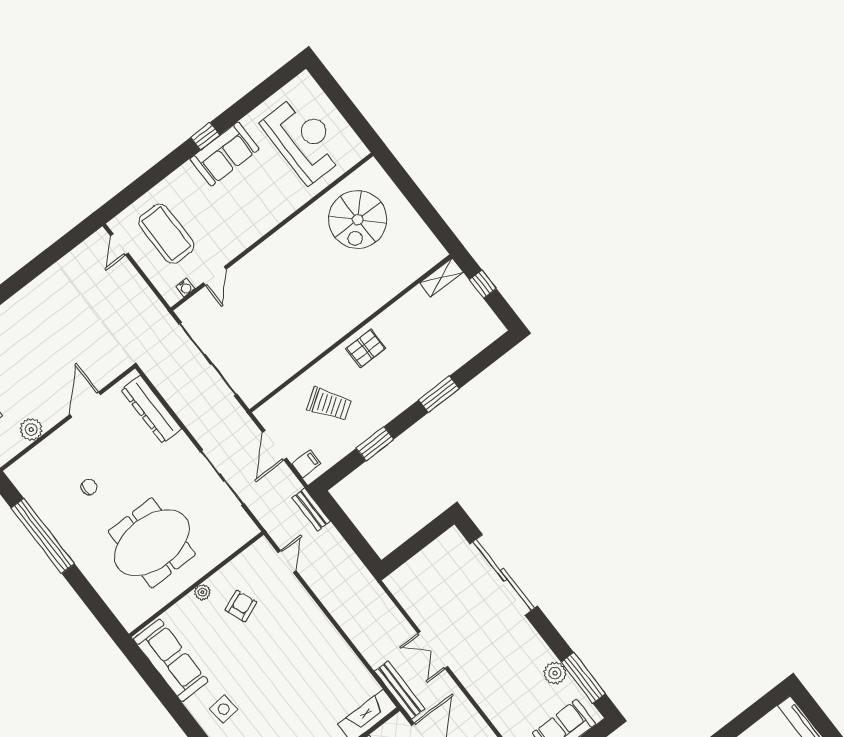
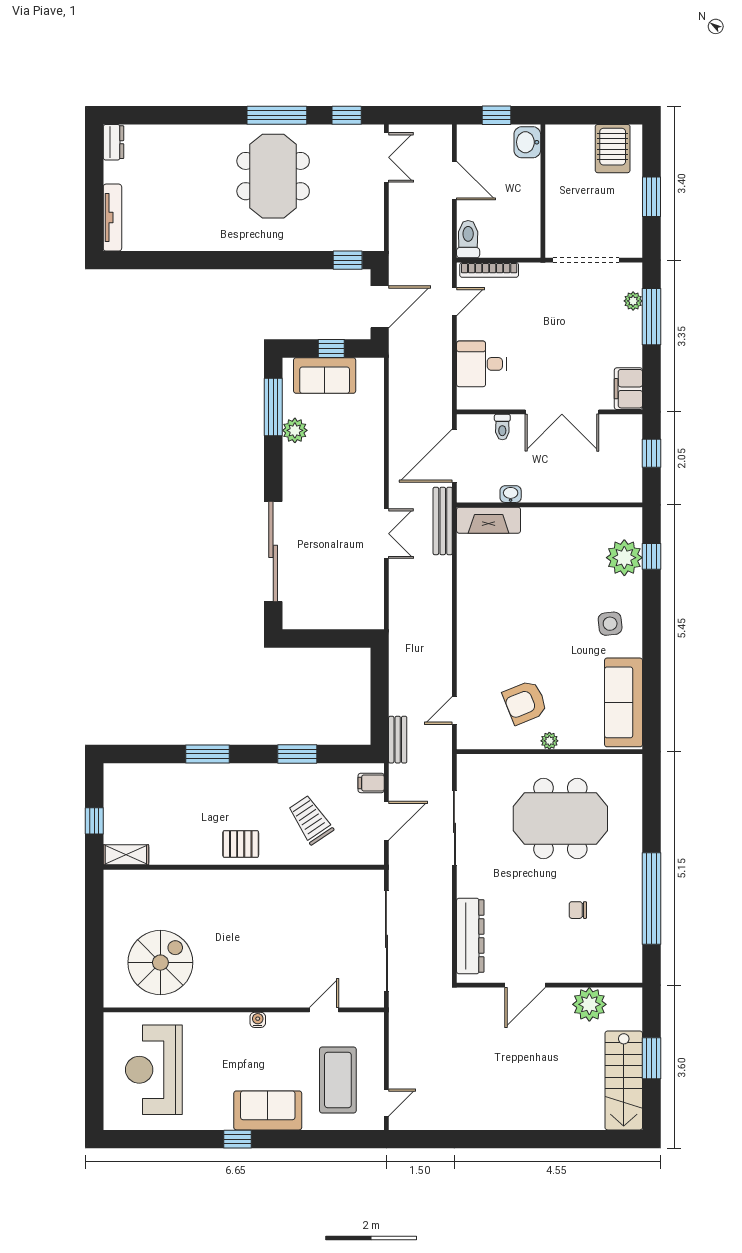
sofa: (225, 154) -> (268, 1110), moved
water cooler: (185, 287) -> (258, 1020), moved
plant: (31, 429) -> (589, 1004), width x1.36, depth x1.36
armchair: (241, 606) -> (525, 702), width x1.38, depth x1.38

